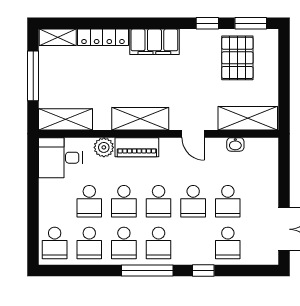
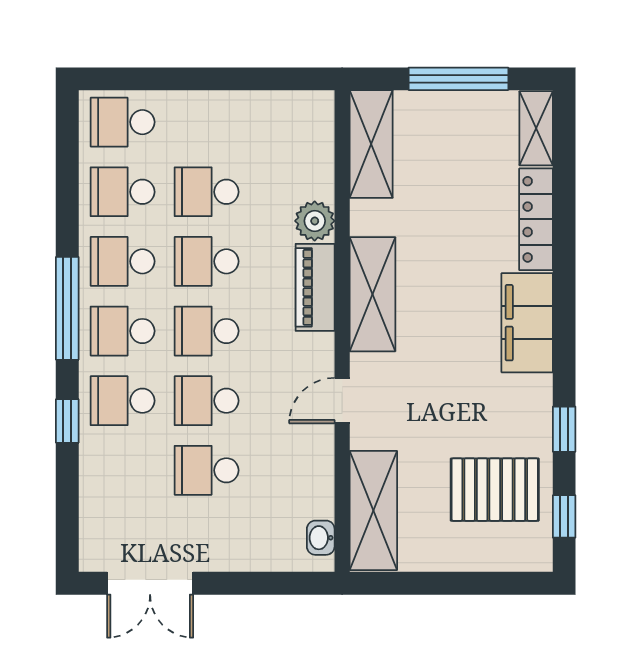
window: (251, 23) -> (564, 516), width x0.67
washbasin: (235, 144) -> (321, 538), moved
desk: (60, 158) -> (294, 134), removed
school desk: (228, 243) -> (123, 401), moved

